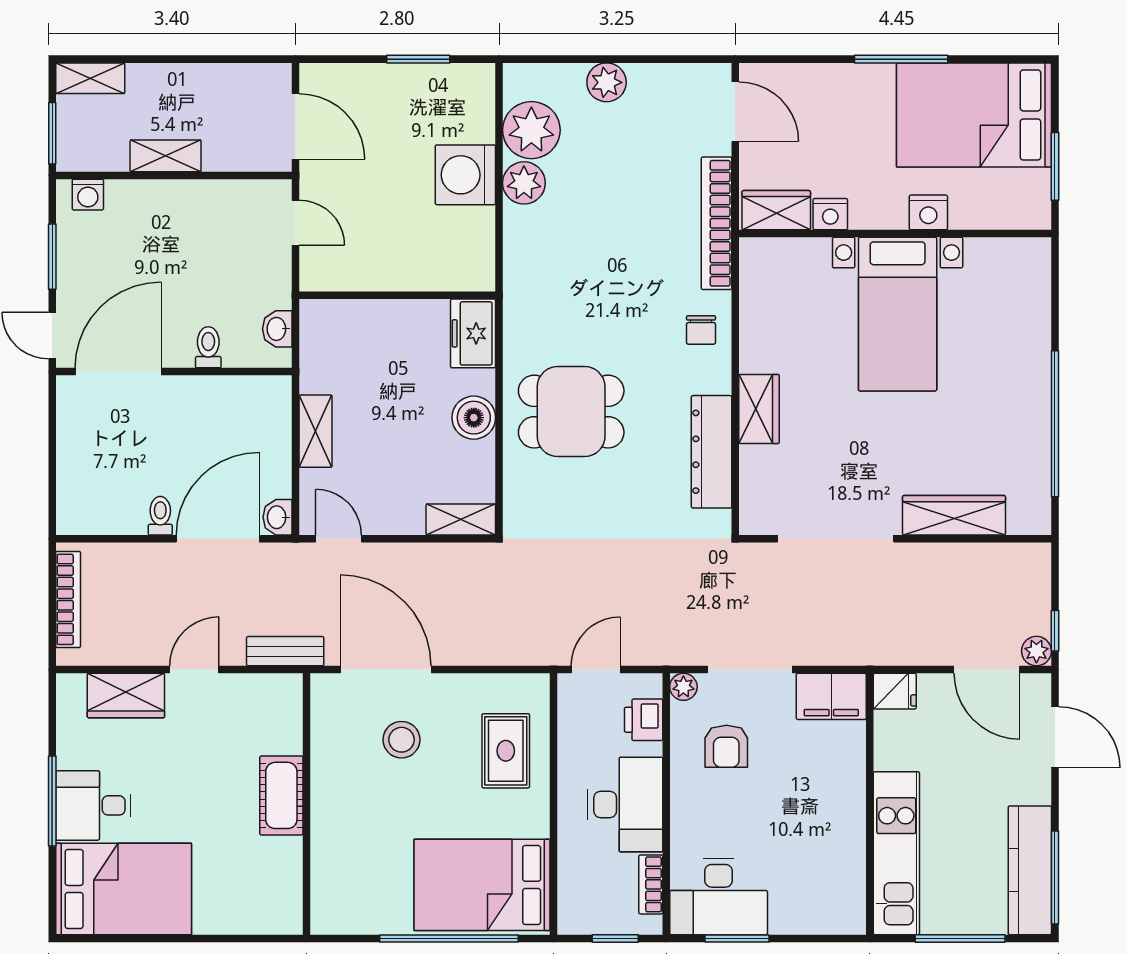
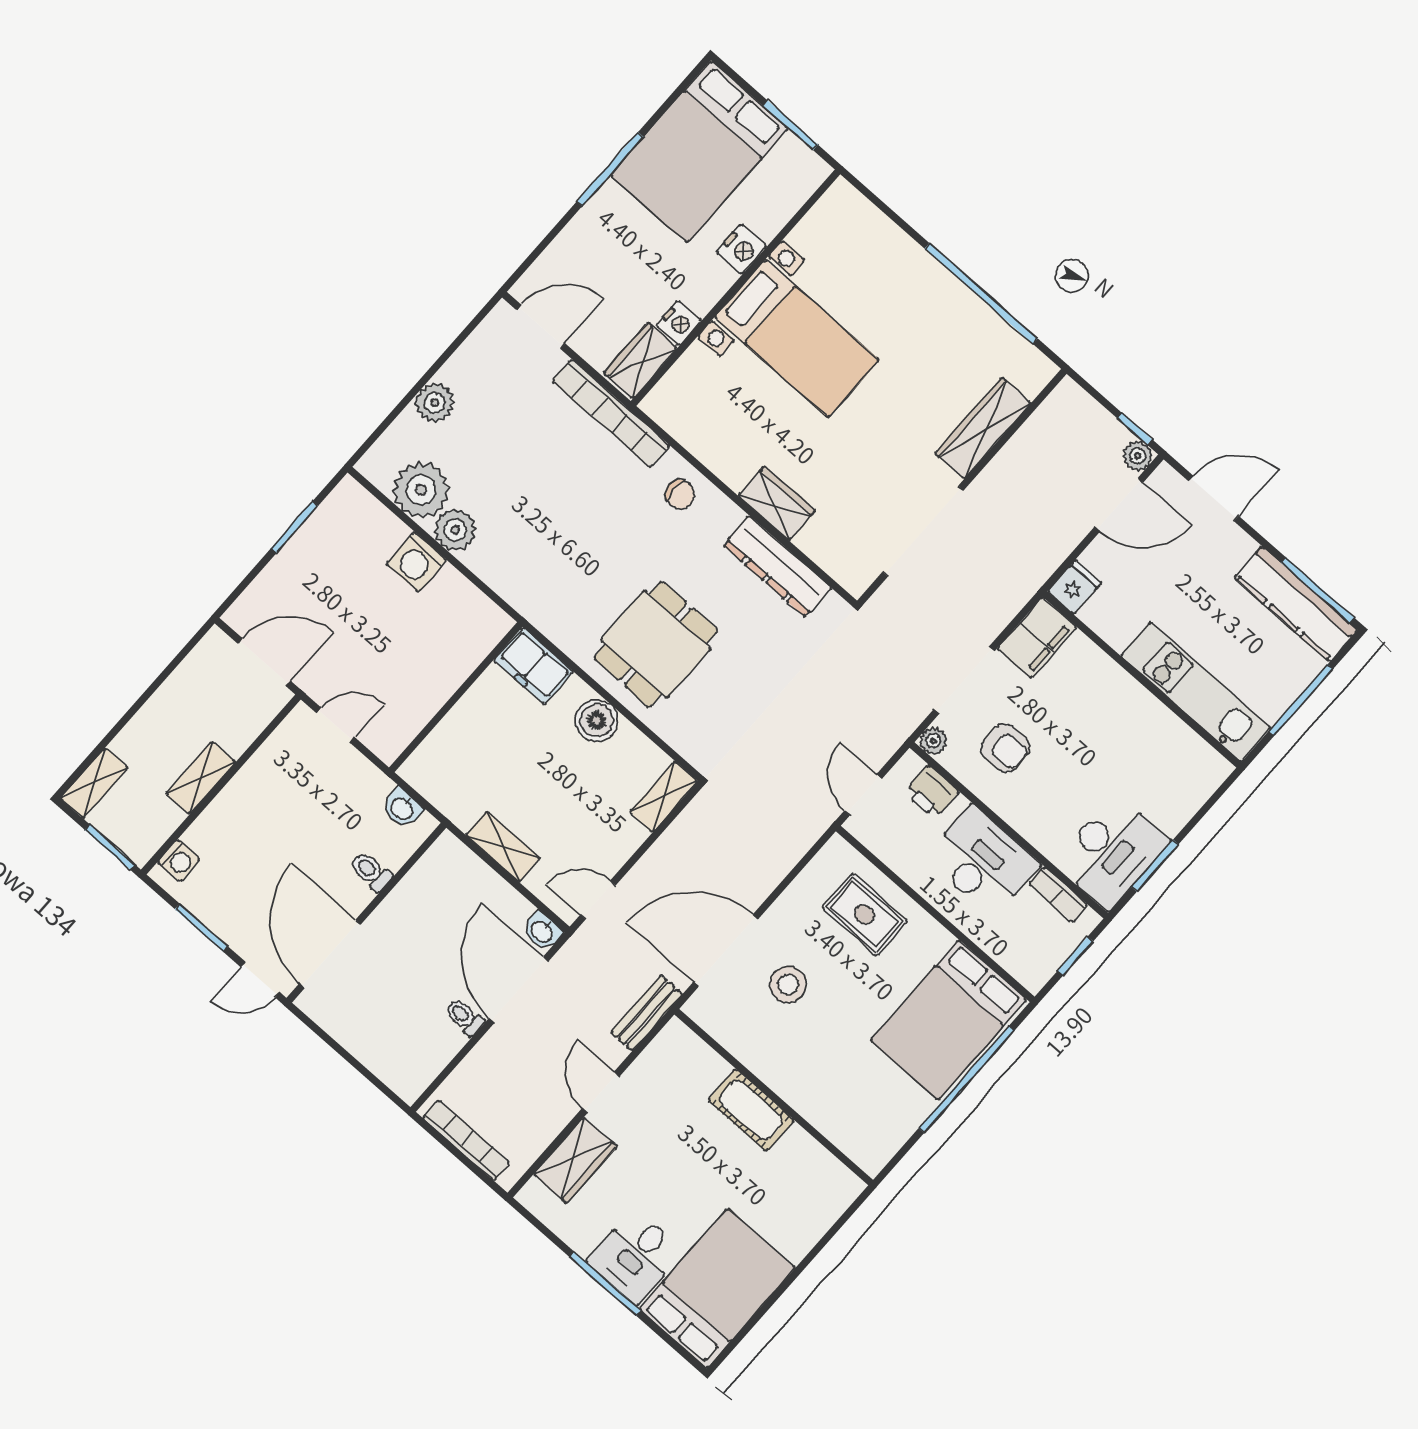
washing machine: (465, 175) -> (416, 562), width x0.73, depth x0.73

